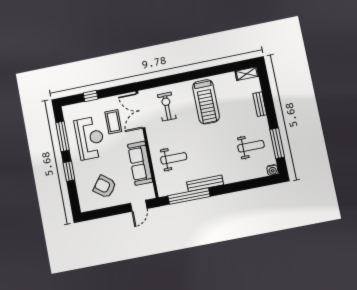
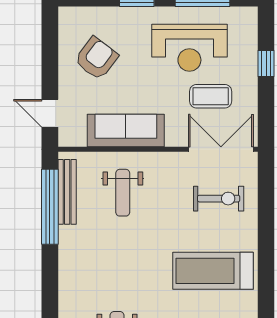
bench: (205, 183) -> (67, 192), moved

